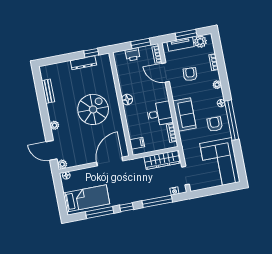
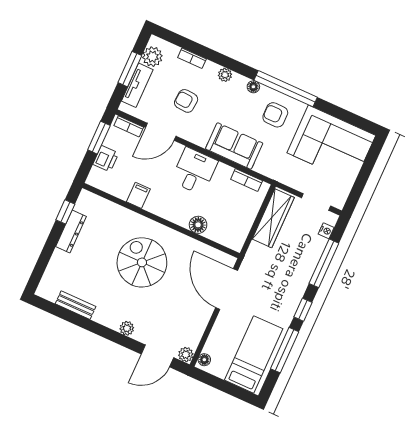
floor lamp: (127, 99) -> (198, 225), moved
desk: (160, 114) -> (194, 171), moved
filing cabinet: (137, 143) -> (138, 195), moved

